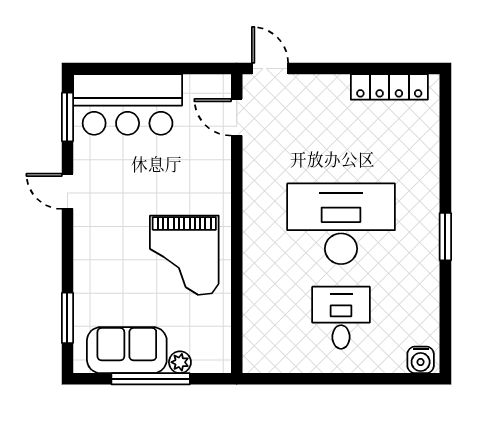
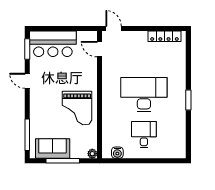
window: (67, 318) -> (27, 135), width x1.44
water cooler: (421, 360) -> (117, 153), moved
plant: (180, 362) -> (92, 154), moved

